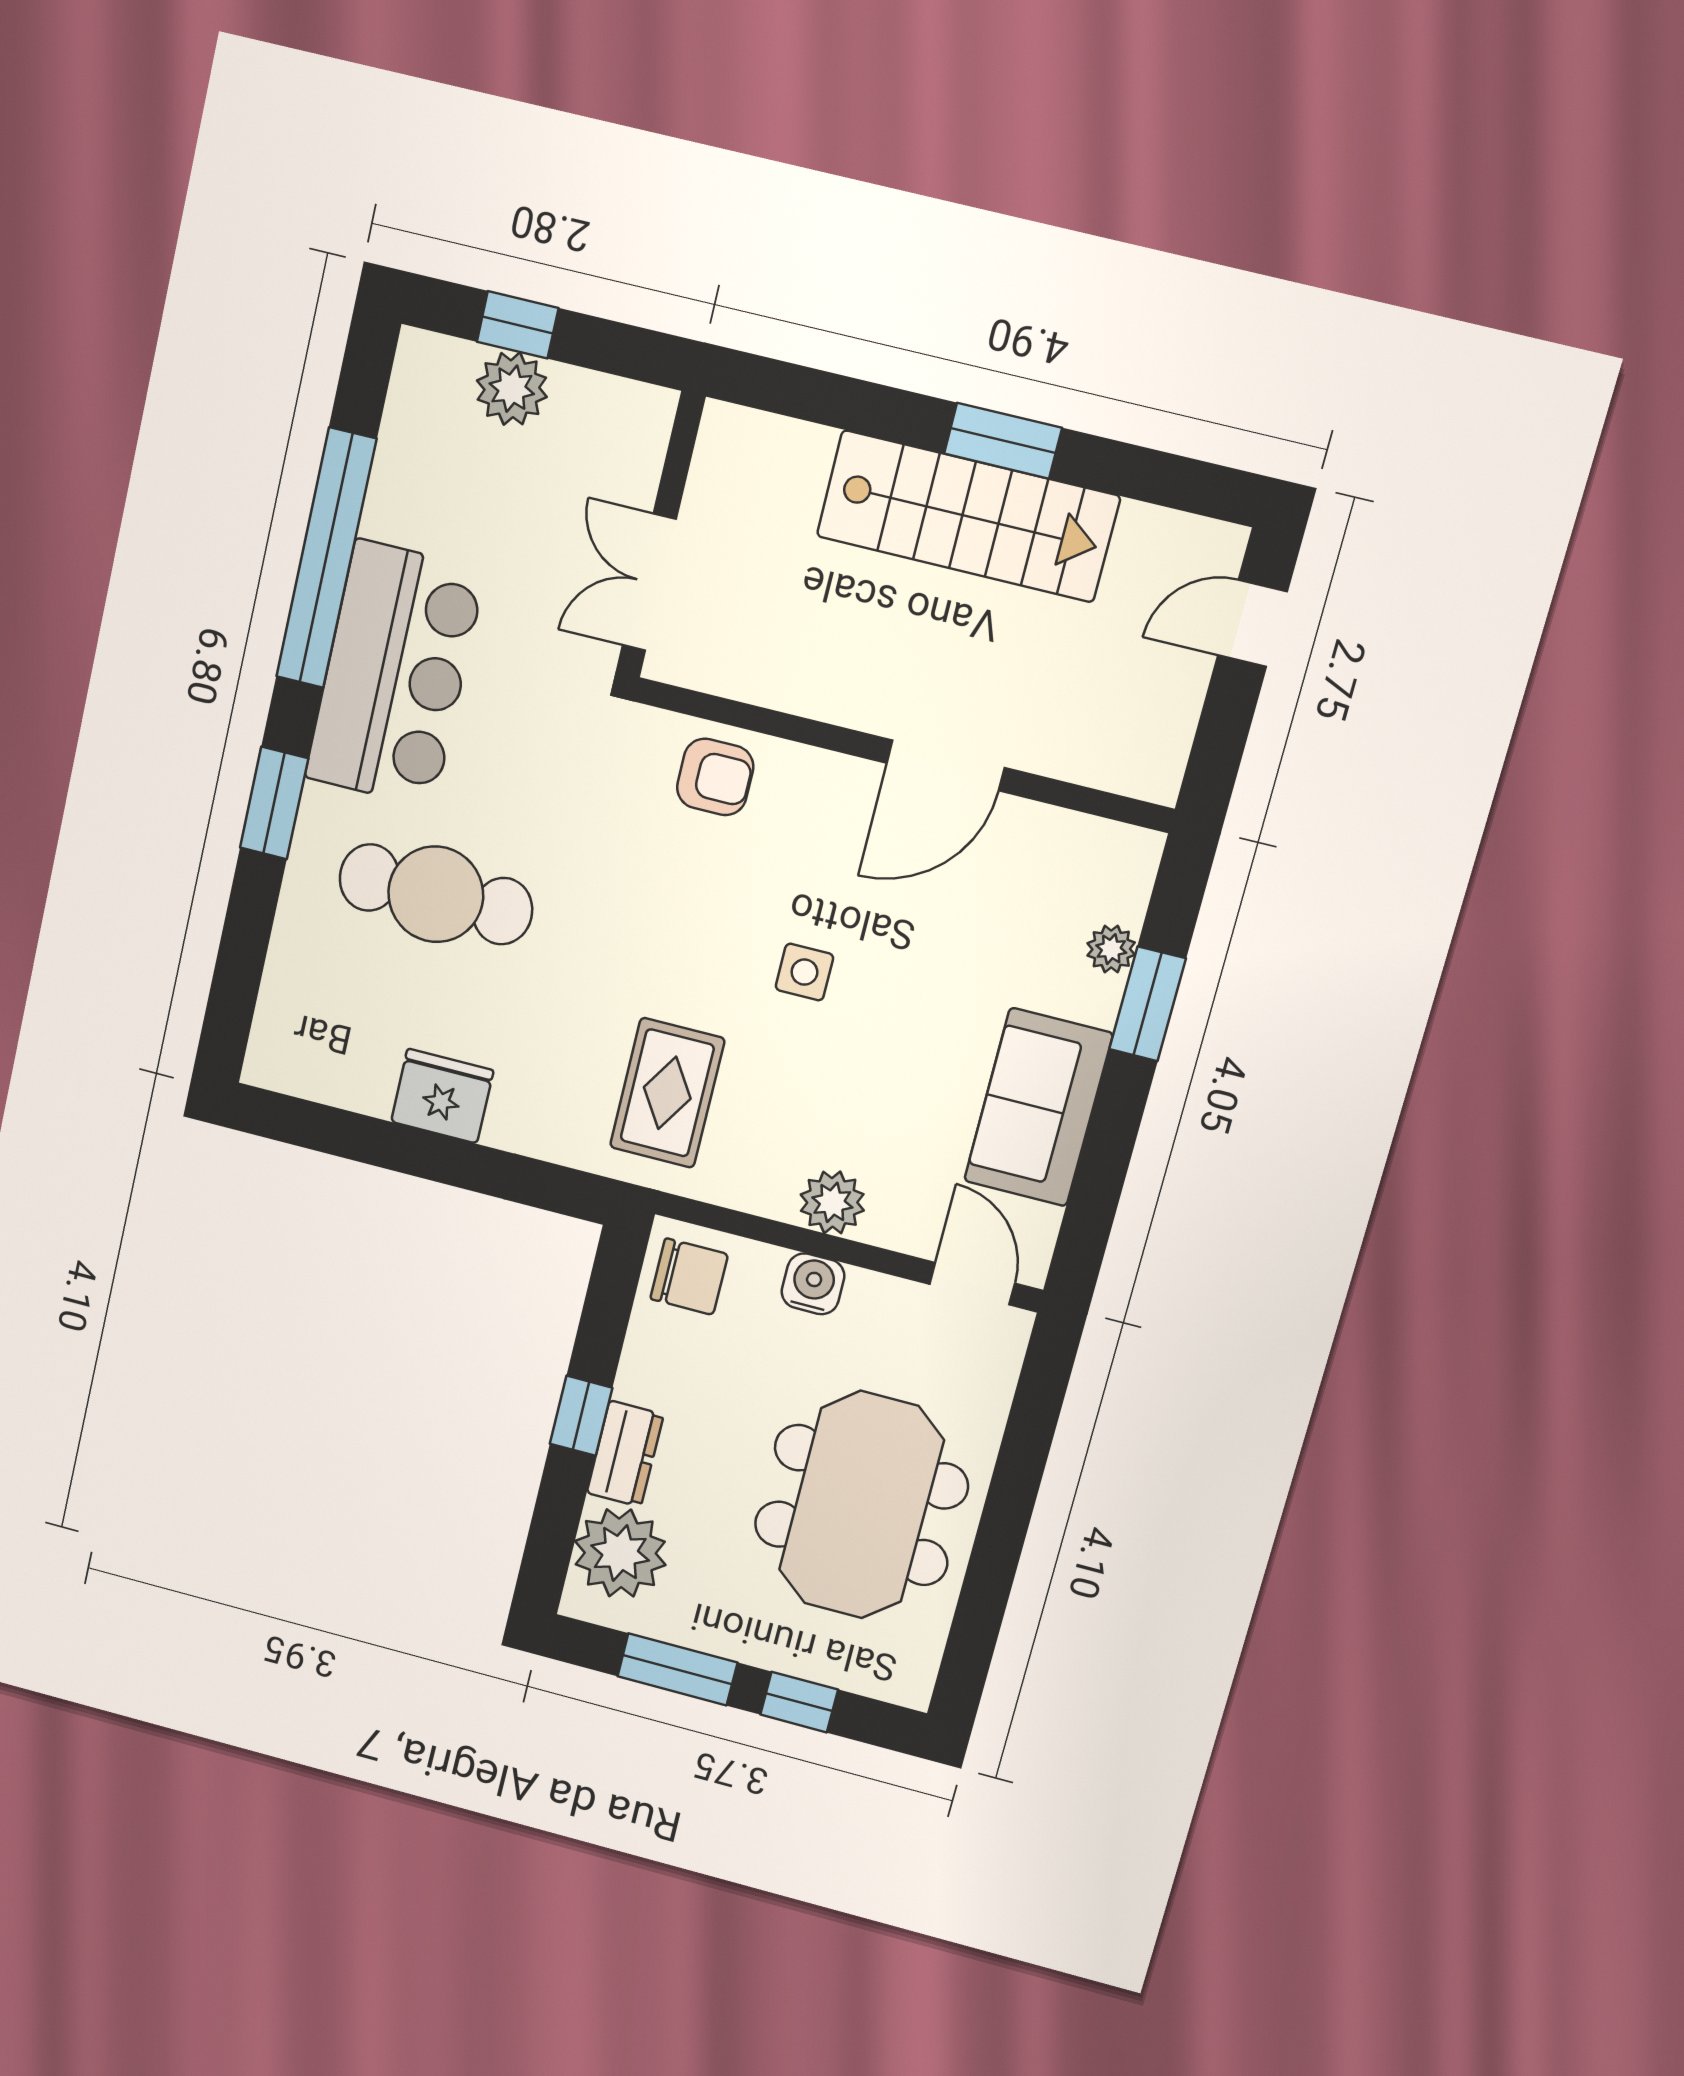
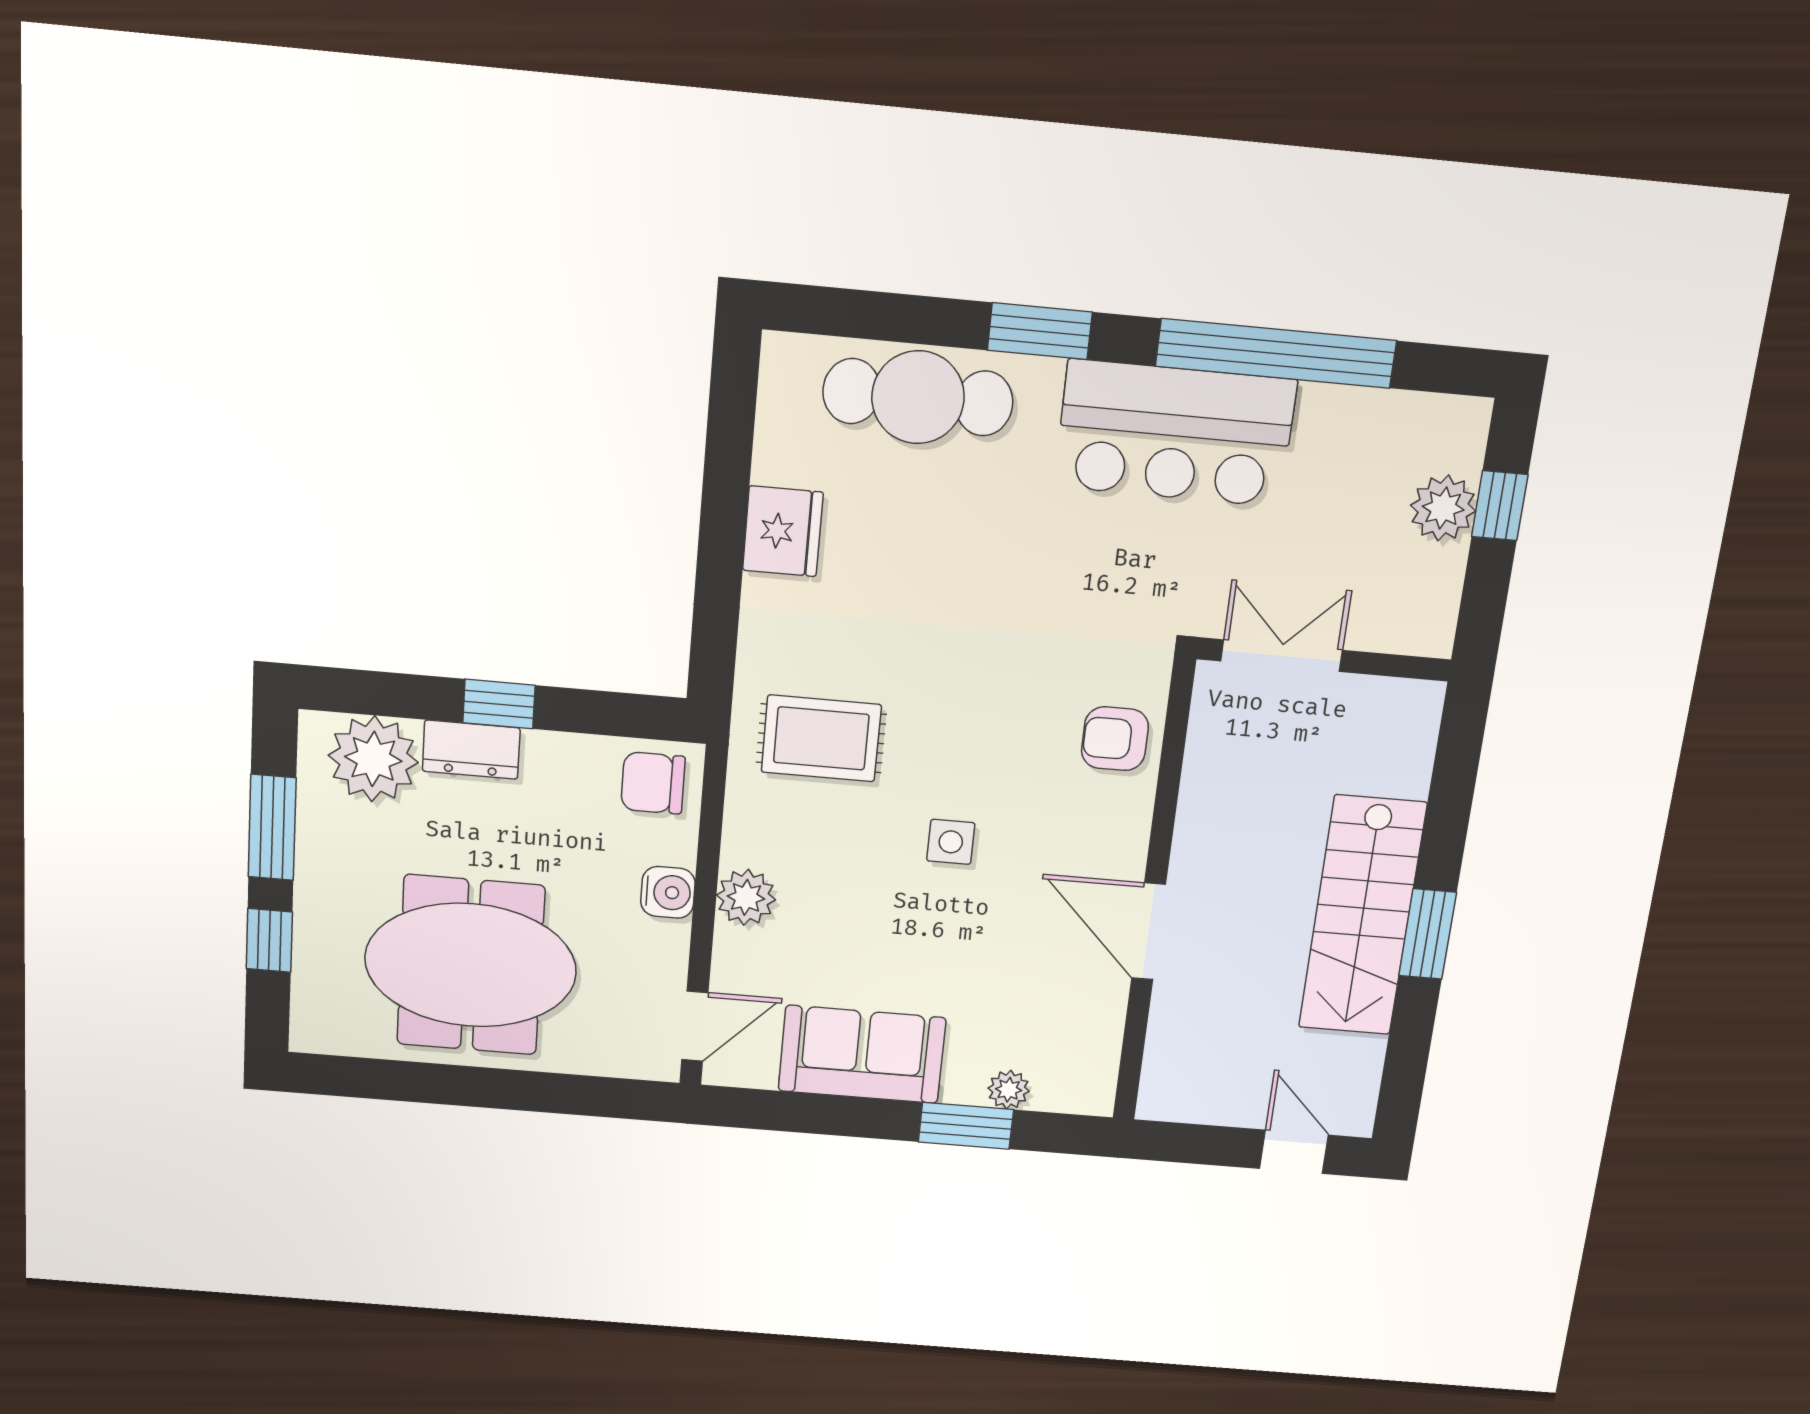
armchair: (715, 777) -> (1115, 739), turned 90
cafe table: (436, 894) -> (918, 397), moved, turned 90
chair: (689, 1277) -> (653, 783), turned 90

